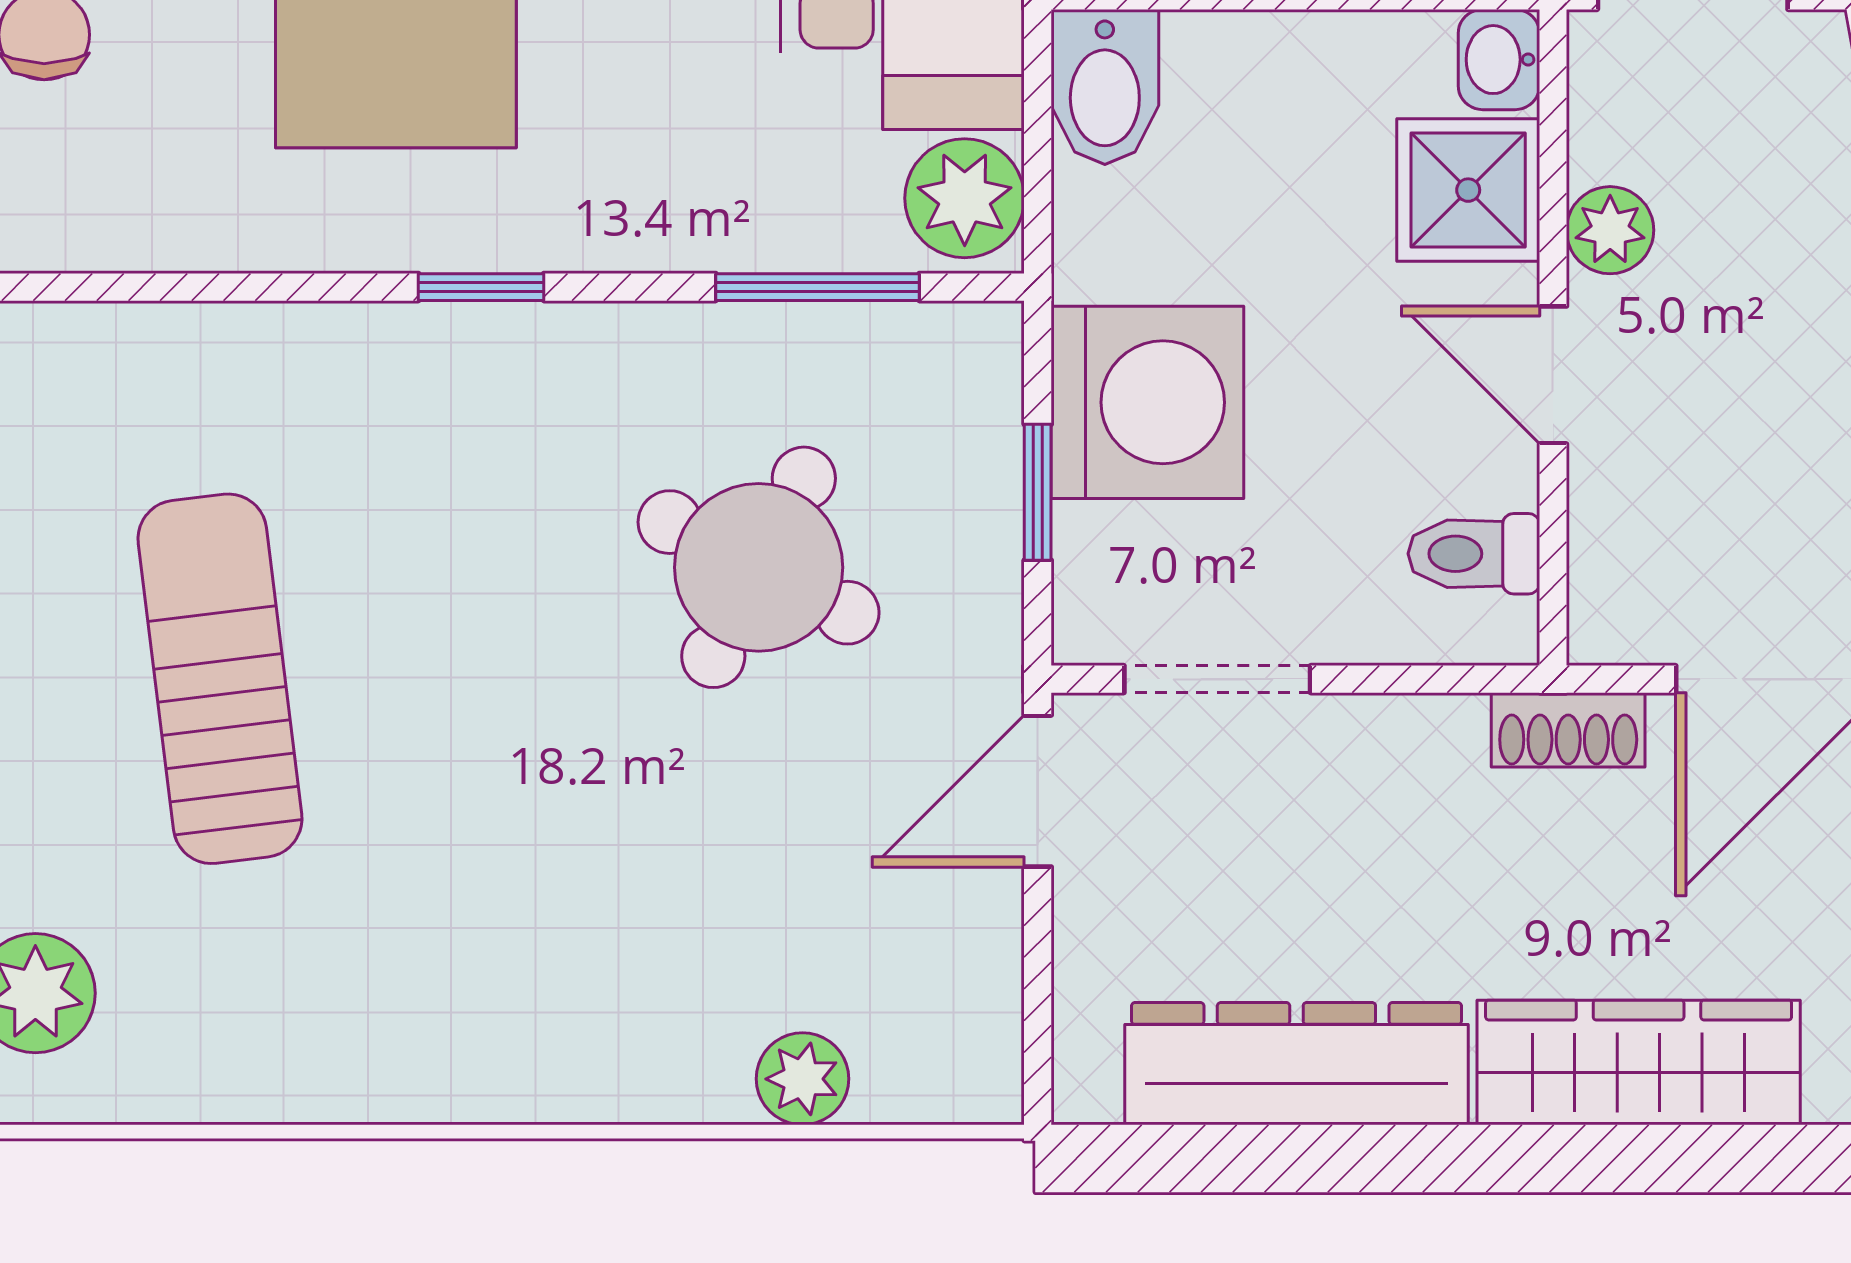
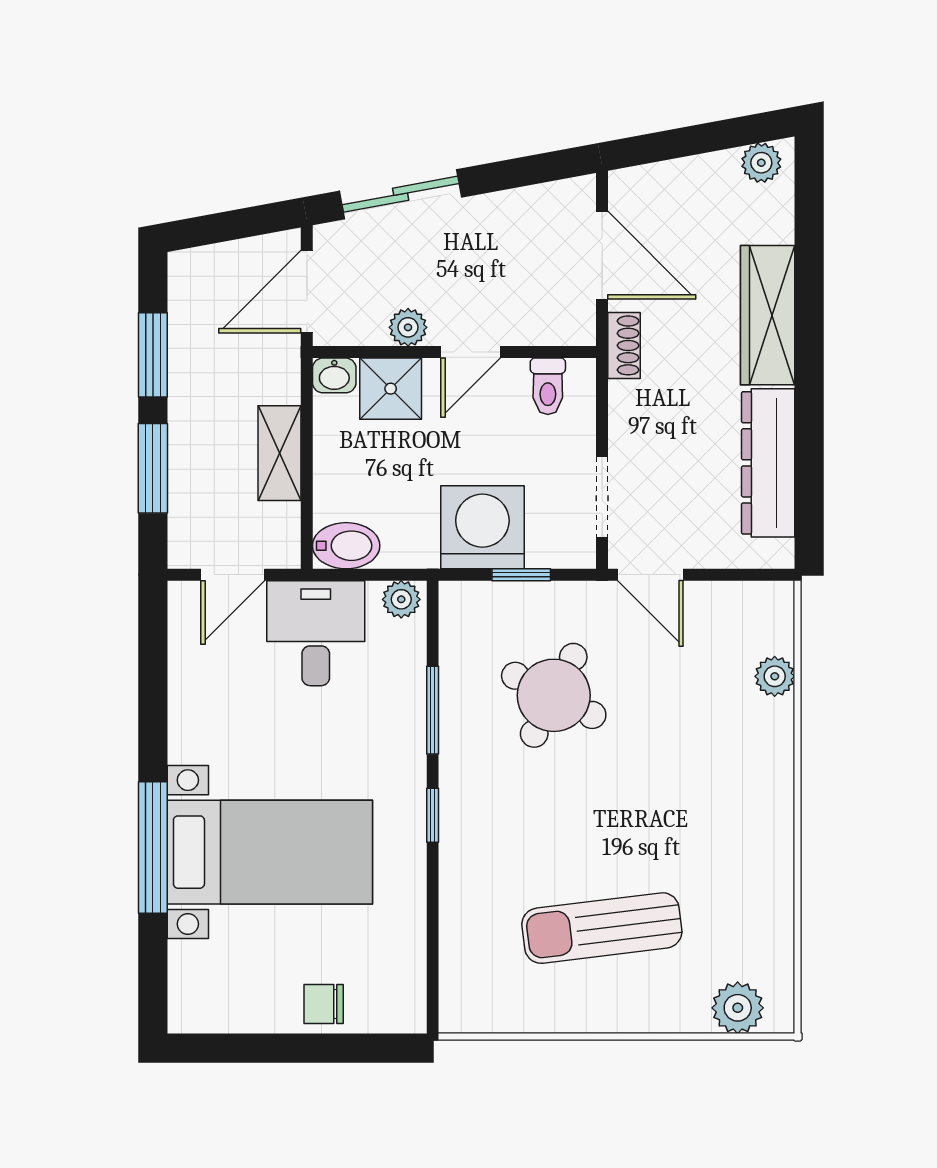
plant: (965, 198) -> (401, 599), width x0.73, depth x0.73
window: (817, 287) -> (433, 710), moved

